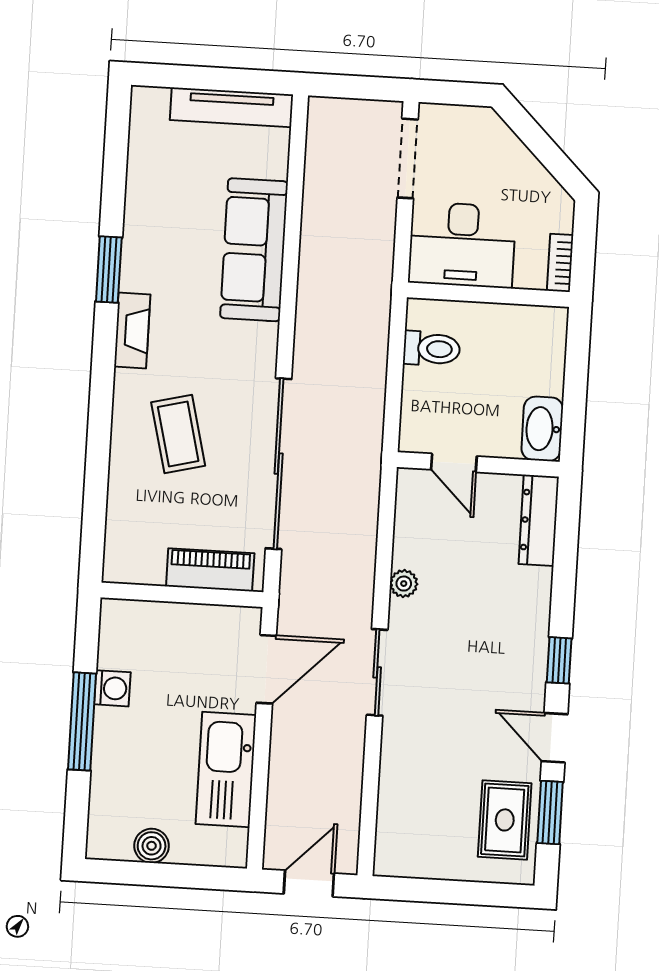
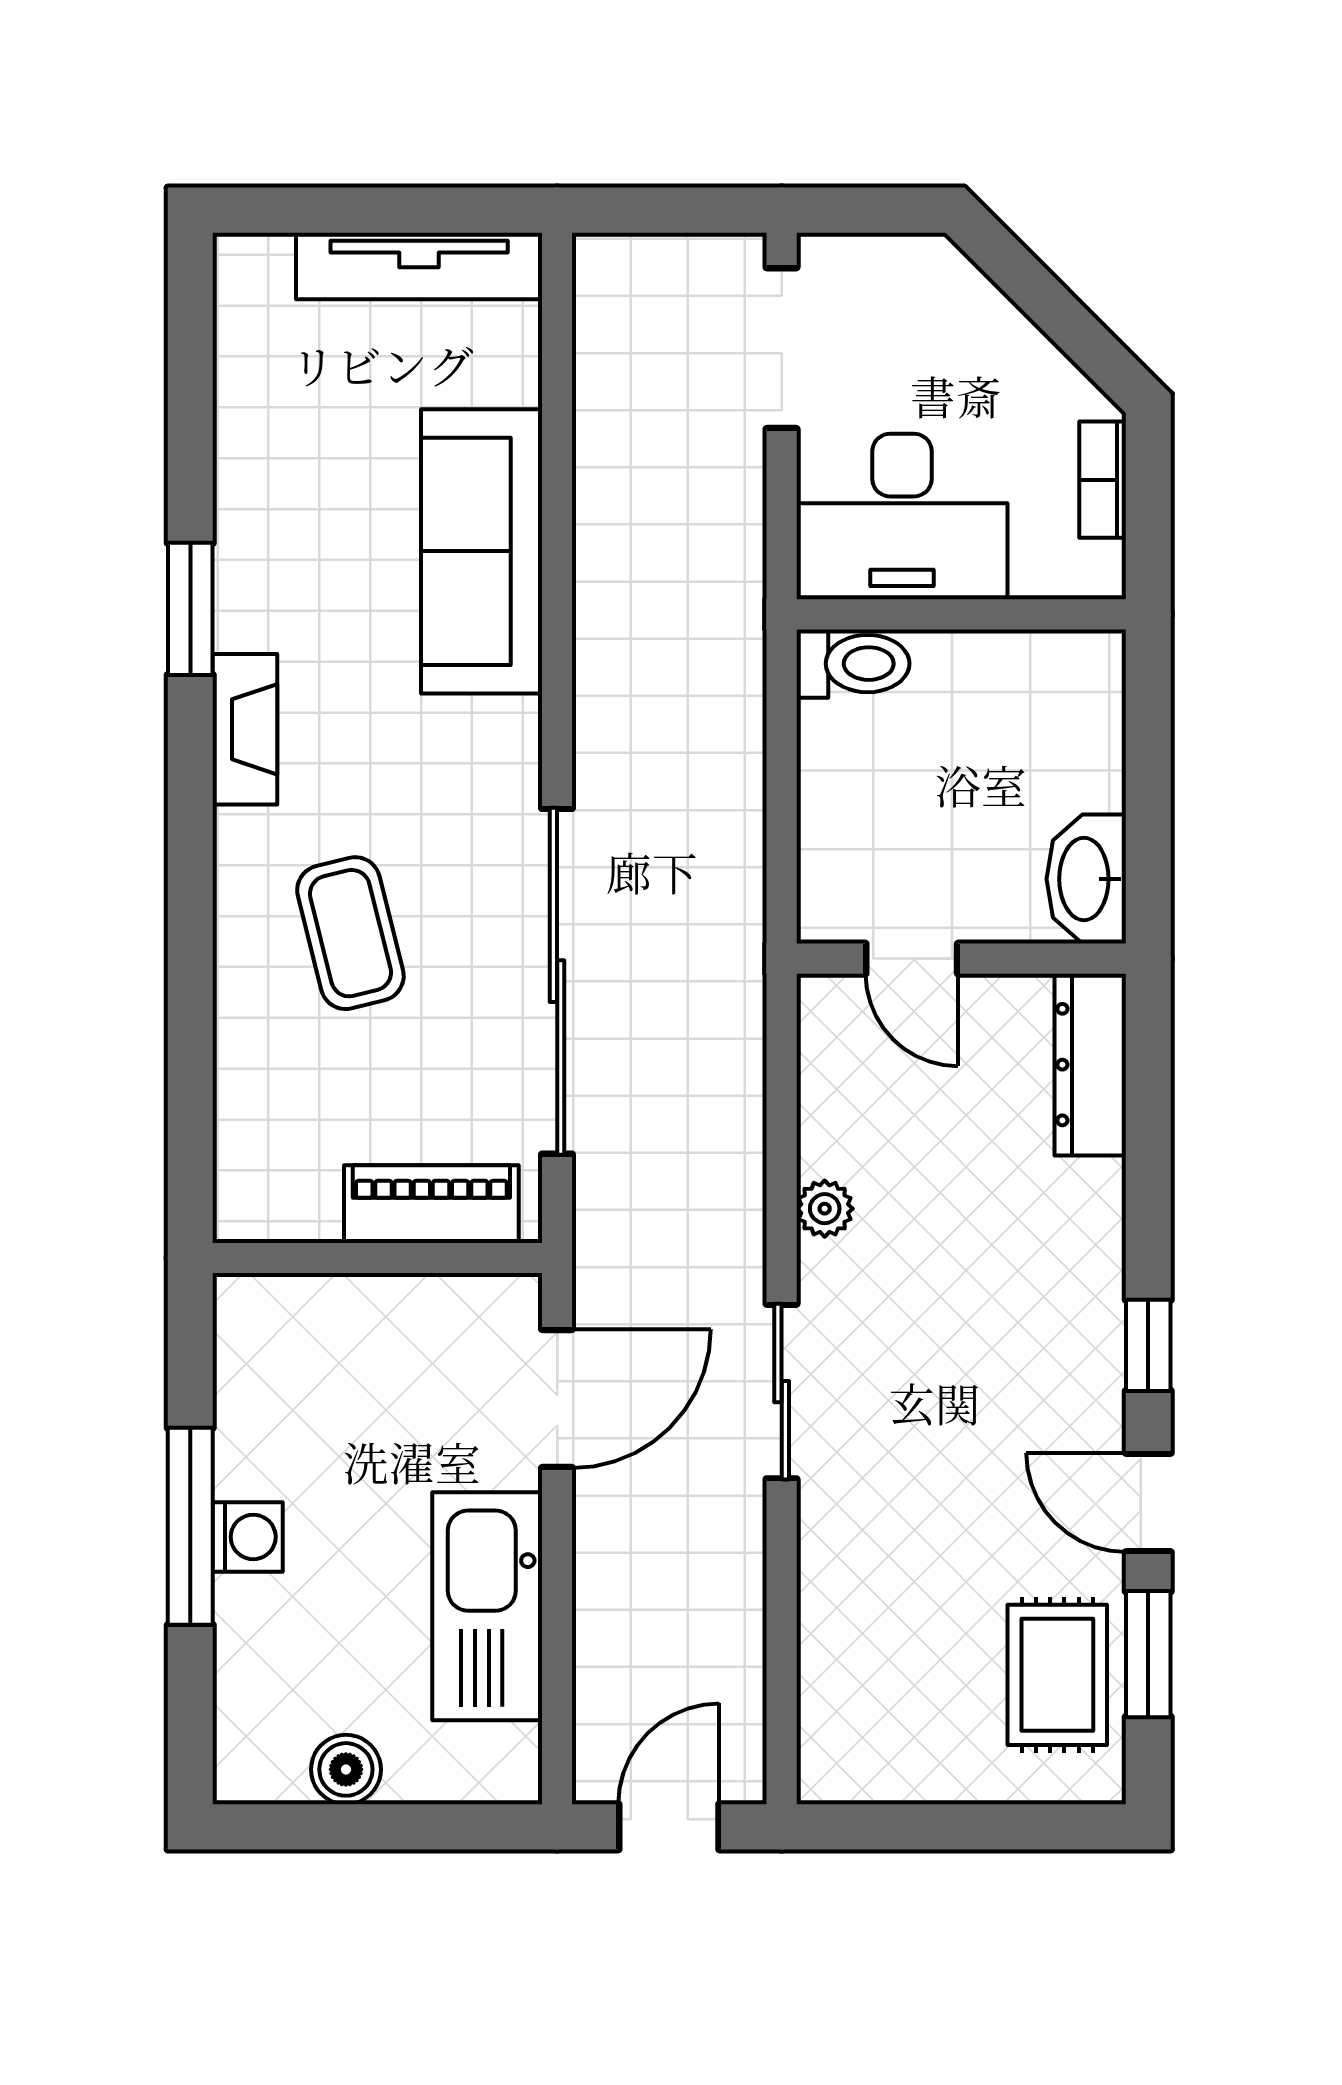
bookcase: (560, 263) -> (1103, 480), moved
toilet: (432, 349) -> (853, 664), moved
washing machine: (112, 688) -> (248, 1537), moved

